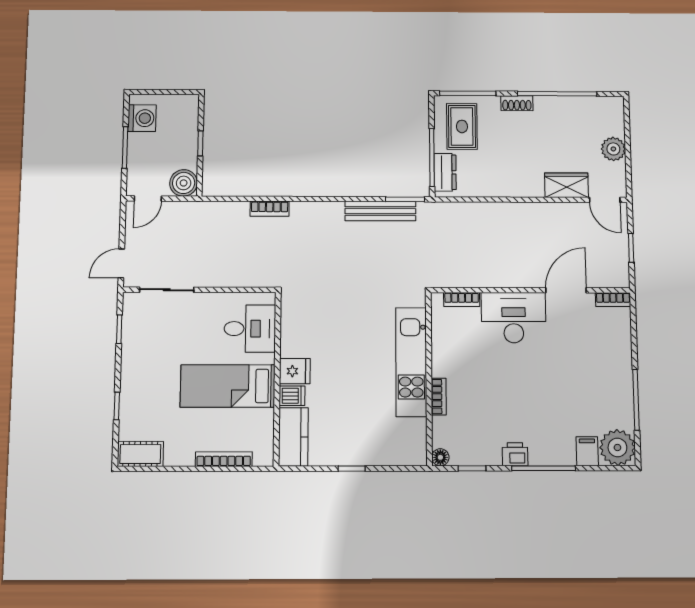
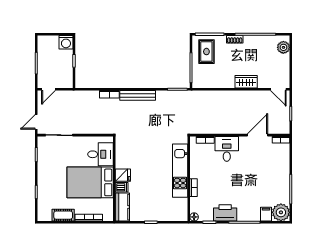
washing machine: (142, 118) -> (66, 42), moved, turned 90
plant: (613, 149) -> (283, 47), moved
dresser: (445, 172) -> (198, 75), removed
boiler: (184, 183) -> (66, 81), removed
wardrobe: (567, 185) -> (246, 82), moved
bench: (380, 211) -> (138, 95), moved
desk: (514, 318) -> (227, 149), width x0.73
bed: (228, 386) -> (90, 182), width x1.50
cot: (140, 454) -> (63, 215), moved
printer: (515, 454) -> (225, 213), width x1.87, depth x1.48

